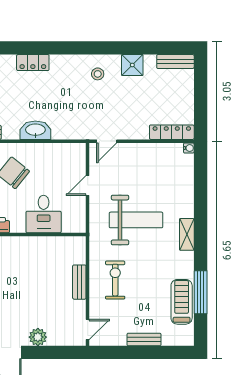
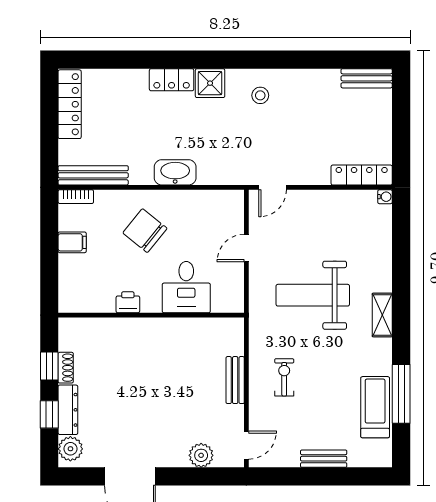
shower: (132, 65) -> (210, 83), moved
weight bench: (136, 220) -> (313, 295), turned 180
exercise bike: (115, 280) -> (284, 377), width x0.73, depth x0.72
plant: (38, 337) -> (201, 455), moved

